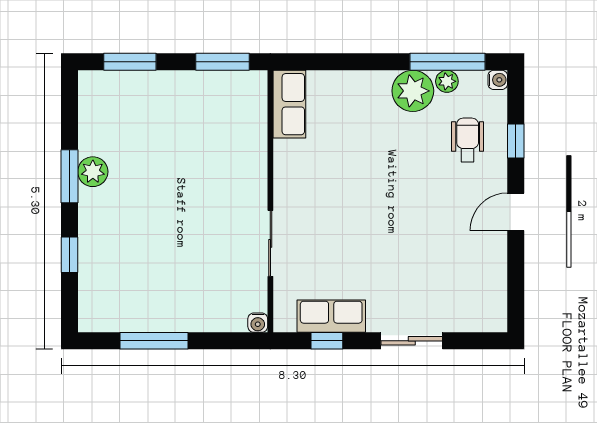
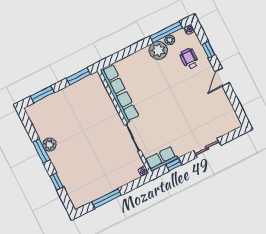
row of seats: (289, 104) -> (120, 93), width x2.02
row of seats: (331, 316) -> (161, 159), moved

